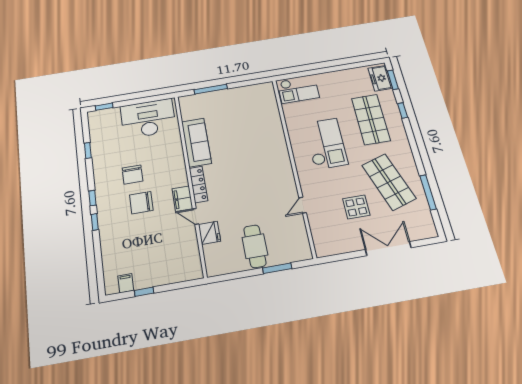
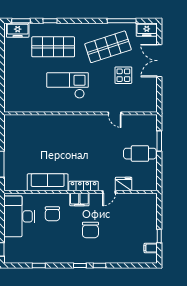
checkout: (298, 90) -> (16, 96), removed
chair: (132, 175) -> (52, 214), moved, turned 90
filing cabinet: (182, 199) -> (79, 199), moved
freezer: (426, 225) -> (147, 30), added

